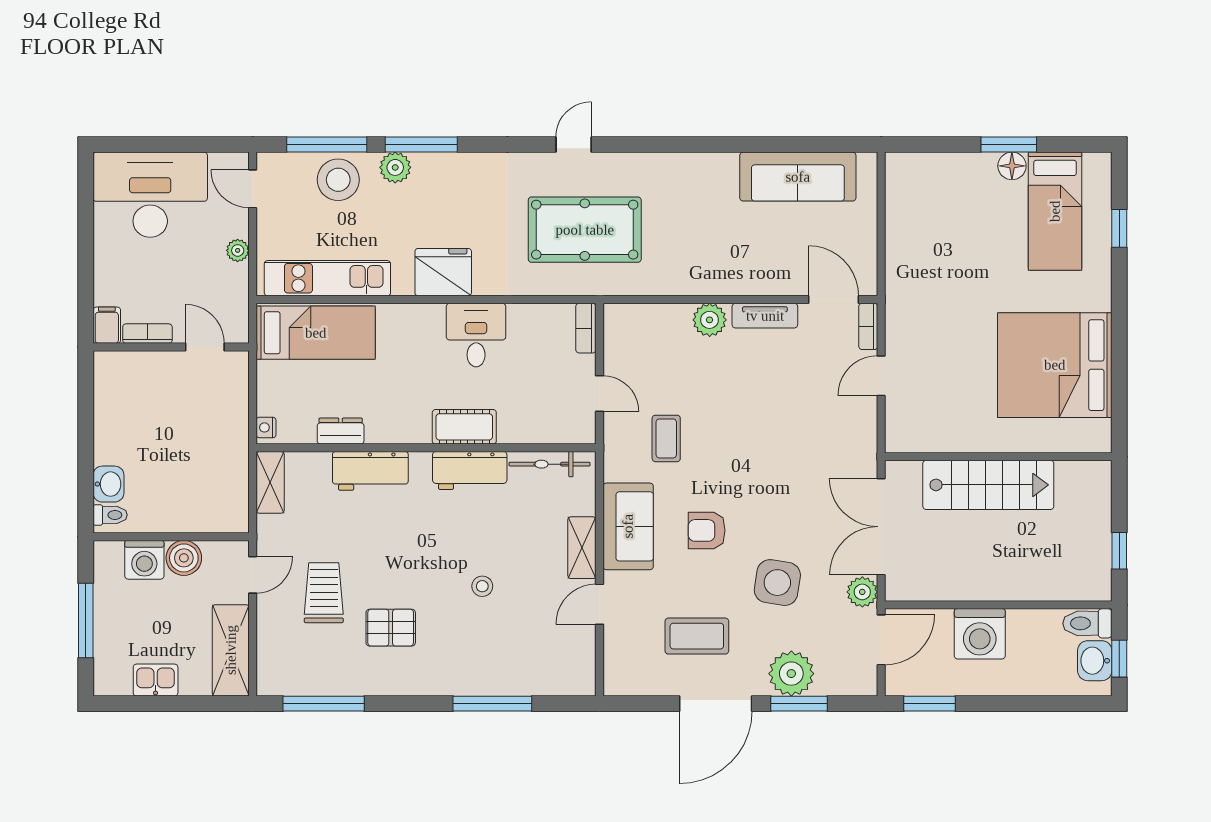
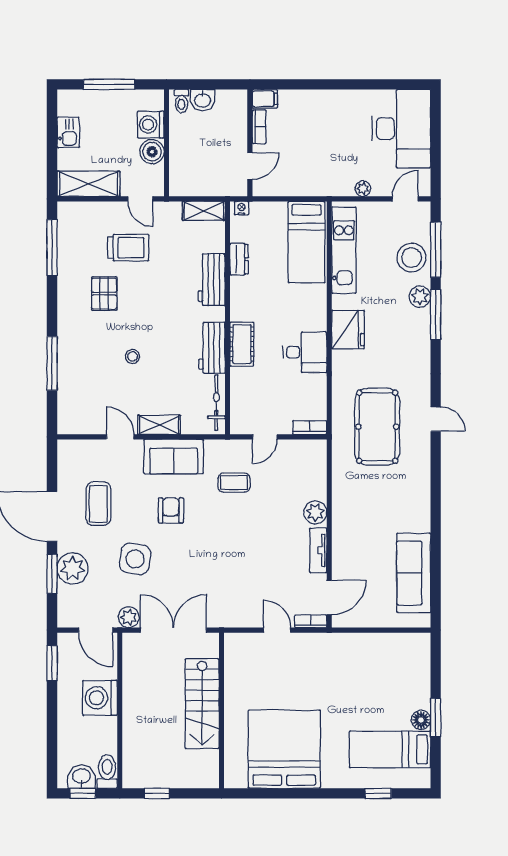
filing cabinet: (107, 325) -> (265, 99), moved
bookcase: (147, 334) -> (259, 127), moved
wall: (171, 347) -> (250, 143), moved
door: (205, 347) -> (250, 166), moved

